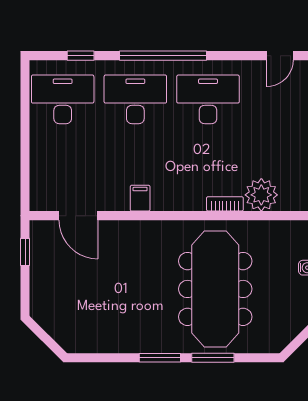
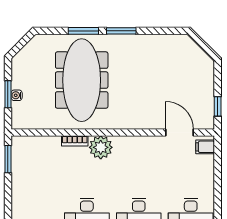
plant: (261, 195) -> (101, 147), moved
filing cabinet: (140, 198) -> (205, 147), moved, turned 90

